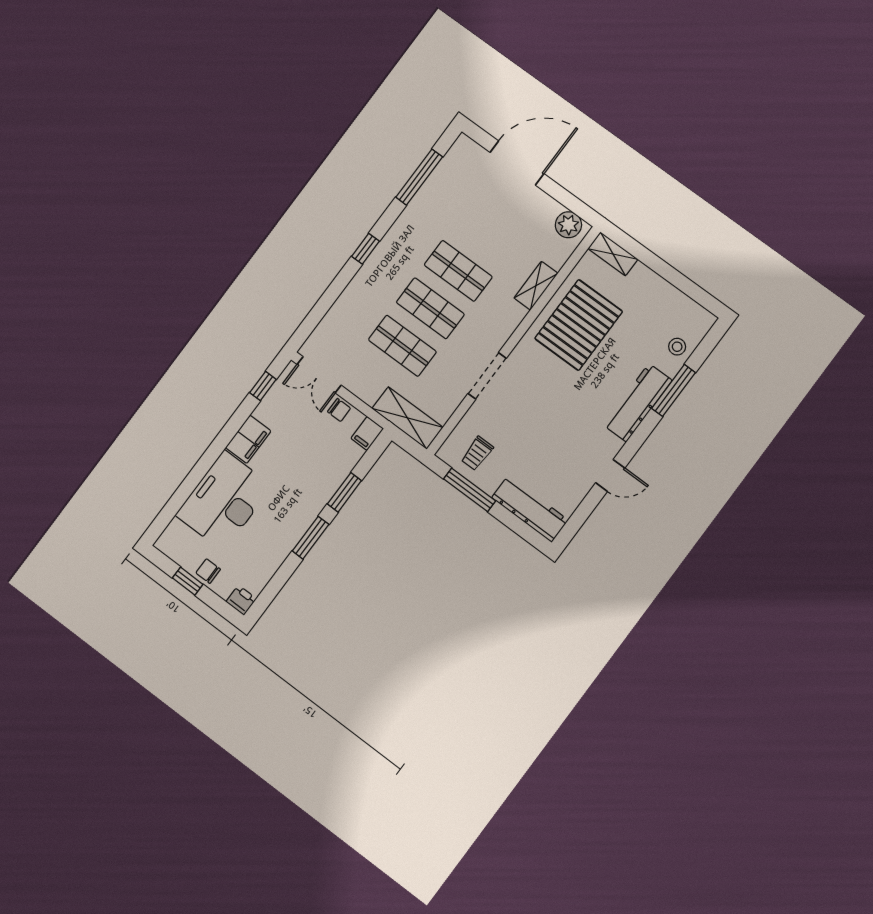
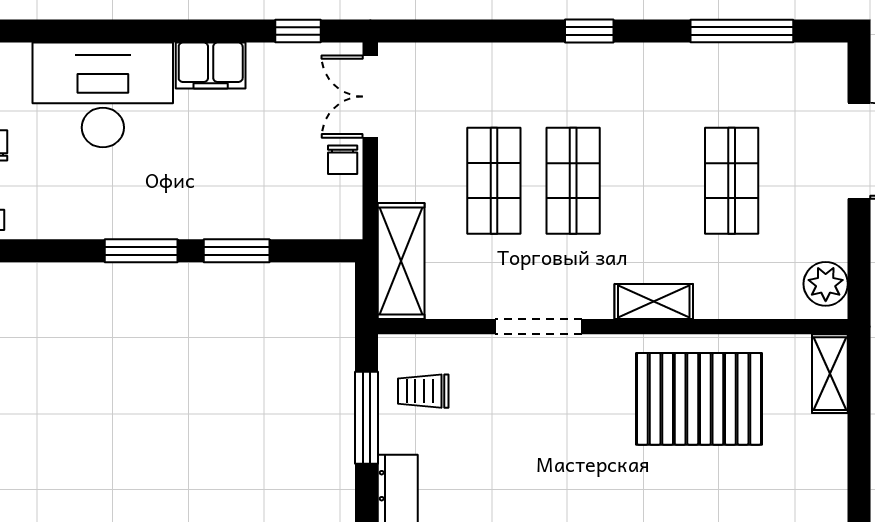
shop shelf: (458, 271) -> (732, 181), moved
shelving: (536, 286) -> (654, 301), moved
filing cabinet: (367, 433) -> (339, 222), removed

